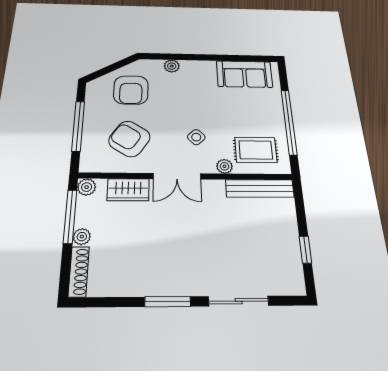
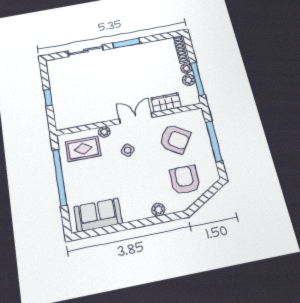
plant: (87, 187) -> (189, 80), moved
bench: (260, 188) -> (78, 121), removed
window: (305, 250) -> (48, 98), moved

